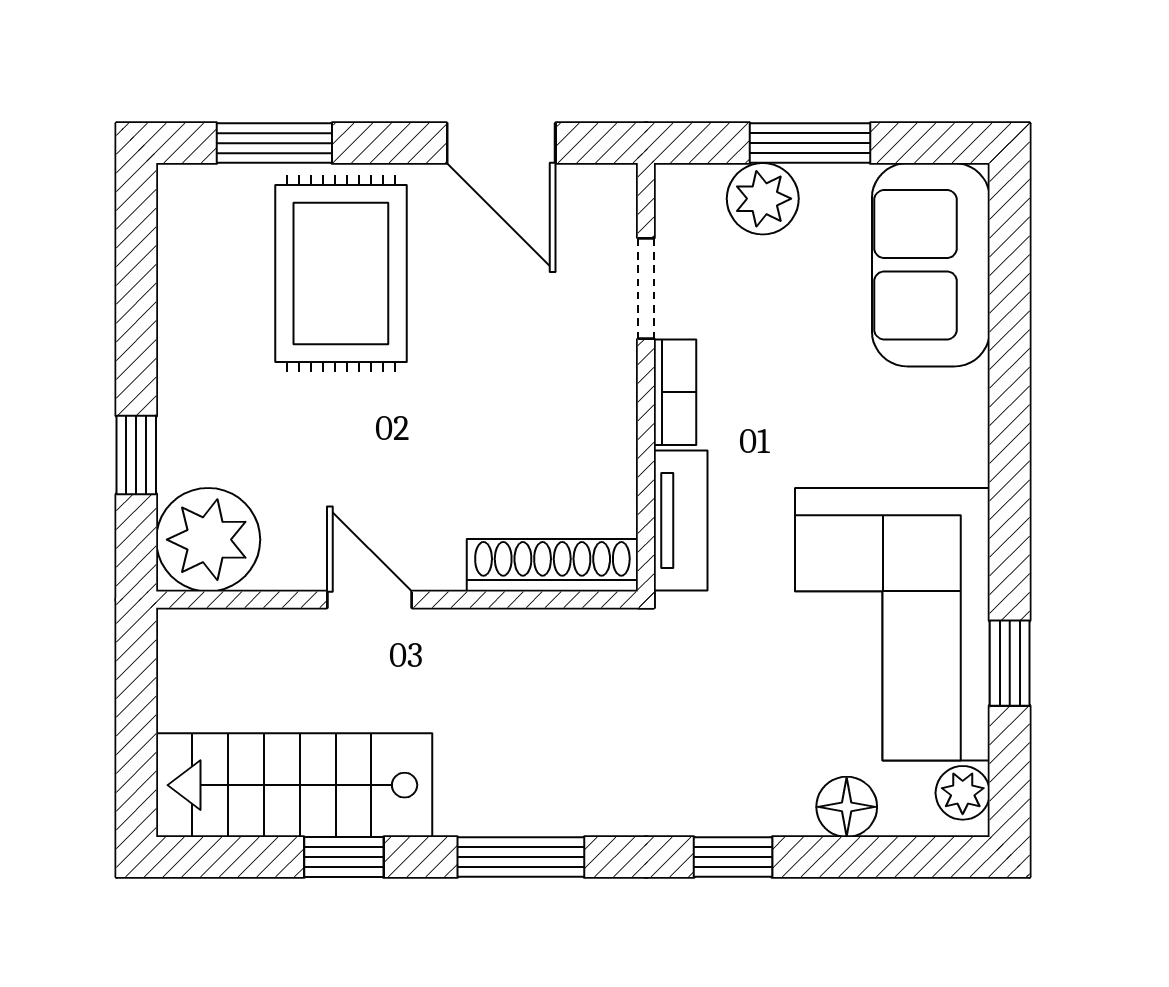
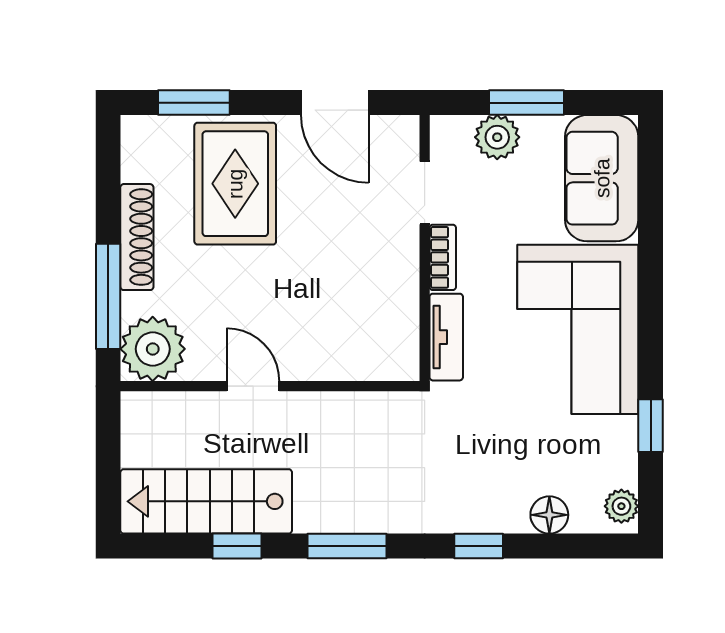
window: (136, 455) -> (108, 296), width x2.17
shoe rack: (552, 565) -> (137, 237), moved, turned 90
corner sofa: (892, 624) -> (578, 329), moved

